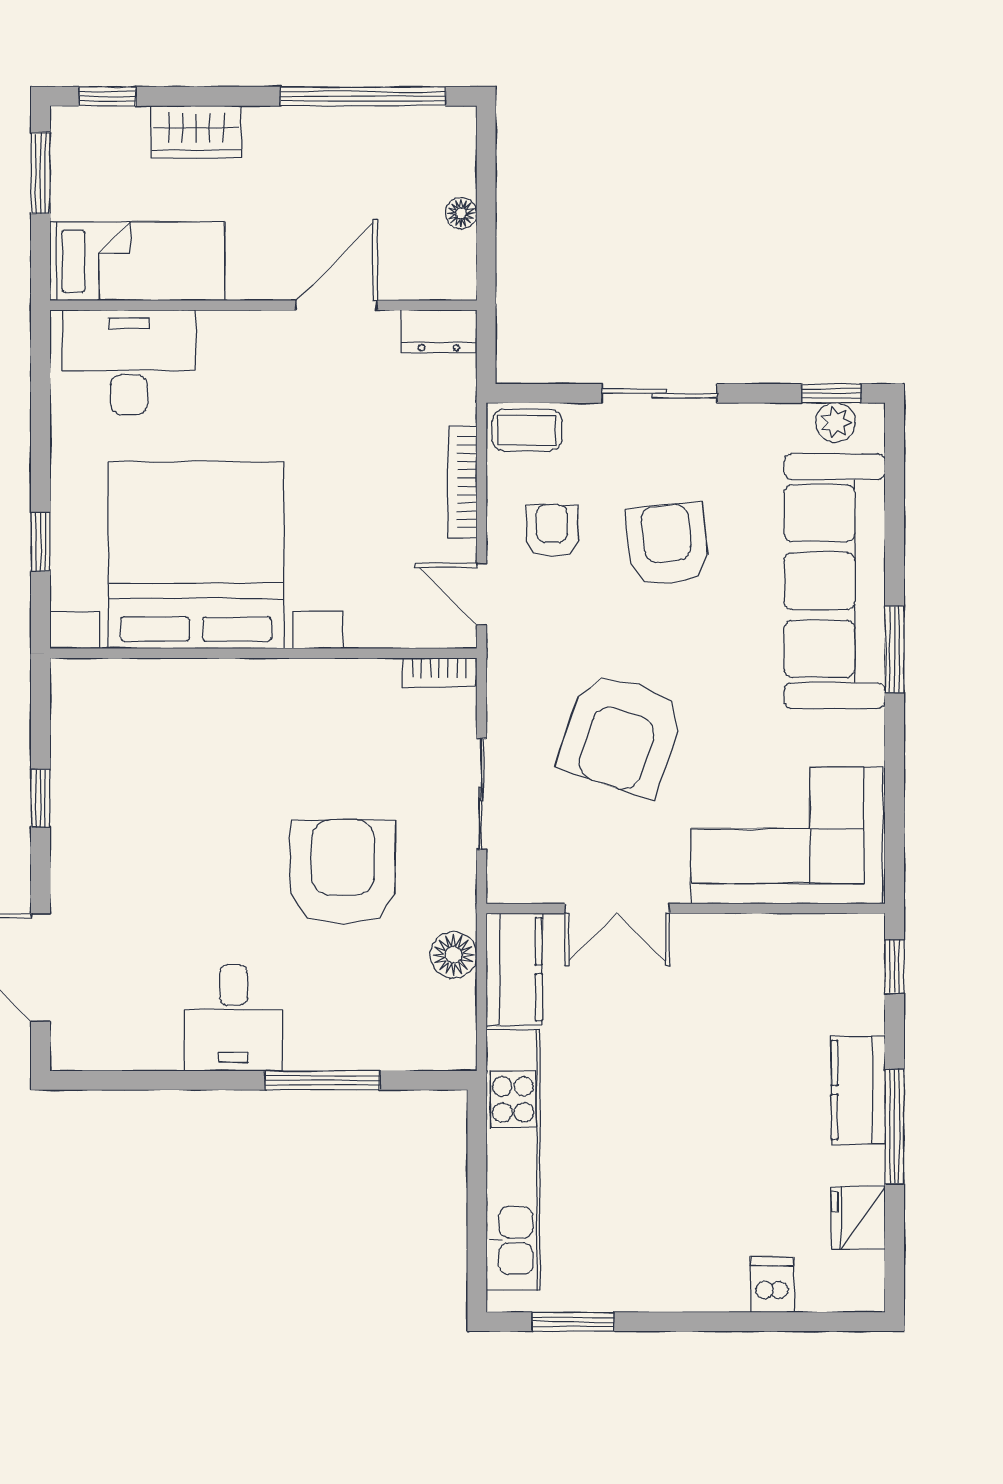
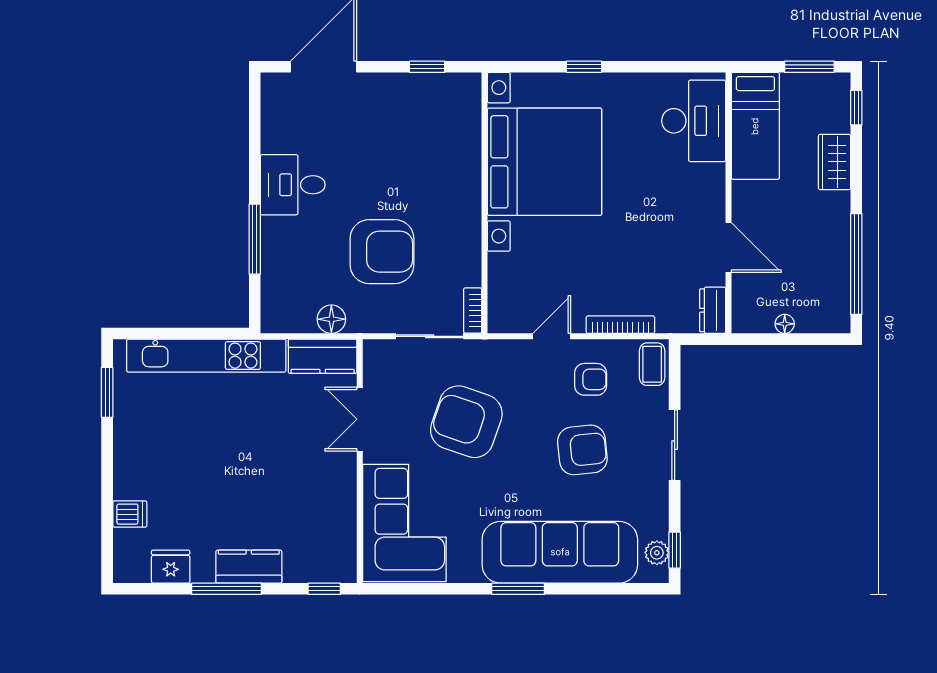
bed with nightstands: (196, 555) -> (544, 162), moved
wall: (263, 653) -> (485, 203), moved
bookcase: (439, 673) -> (473, 310), moved

